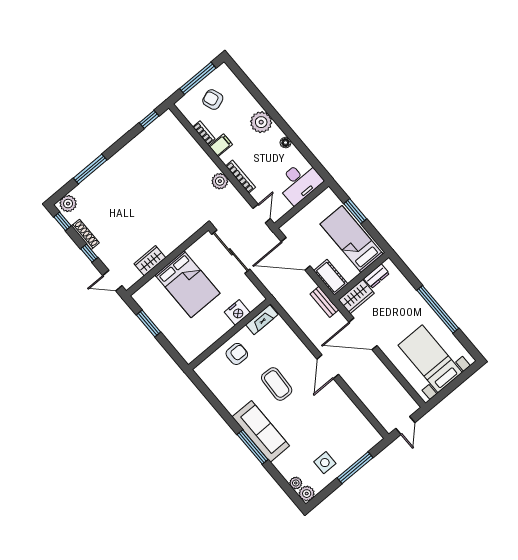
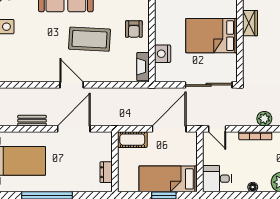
desk: (299, 182) -> (217, 179), width x0.73
bed: (351, 239) -> (168, 179), moved, turned 180
wardrobe: (356, 297) -> (104, 146), removed
bench: (324, 302) -> (32, 121), moved
coffee table: (277, 384) -> (90, 39), width x1.36, depth x1.32

